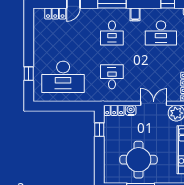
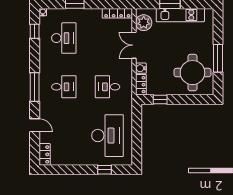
locker: (55, 14) -> (45, 154), moved
filing cabinet: (135, 14) -> (45, 64), removed
round table: (138, 160) -> (192, 73), moved

